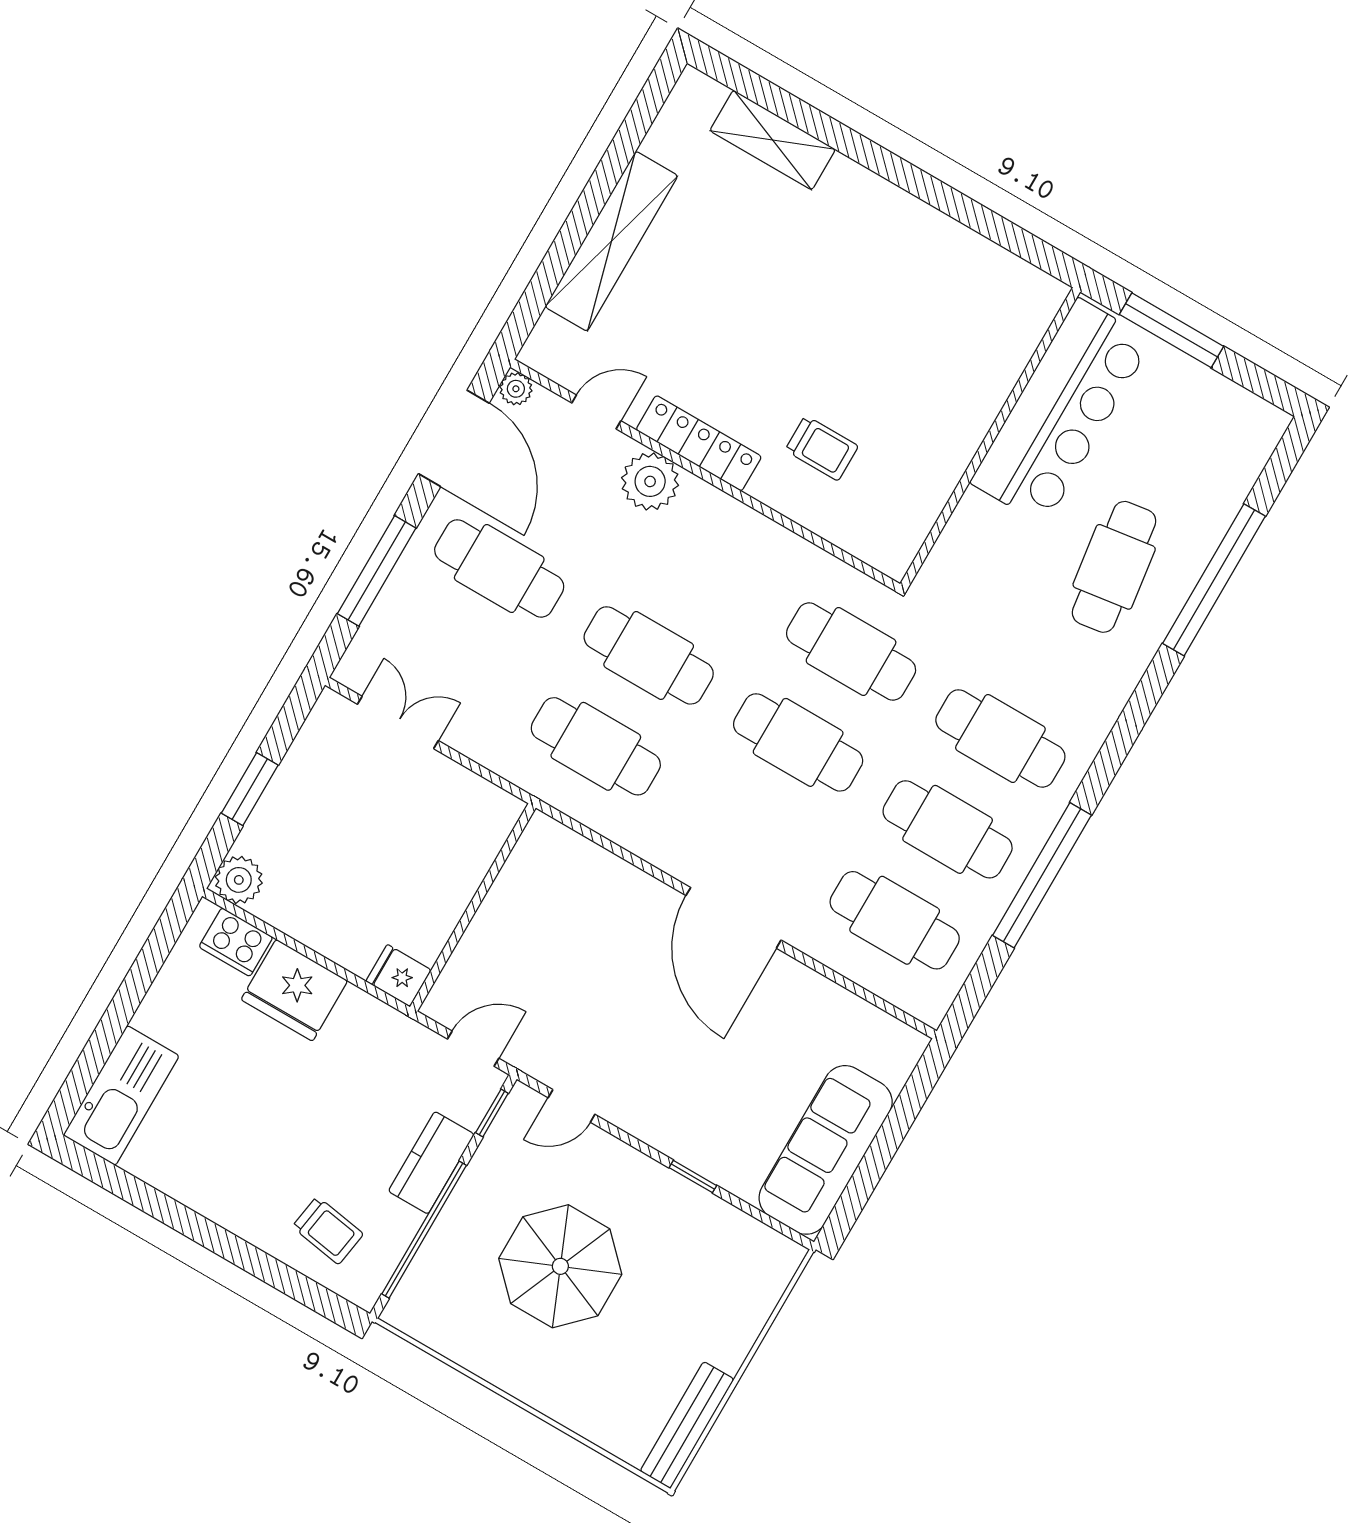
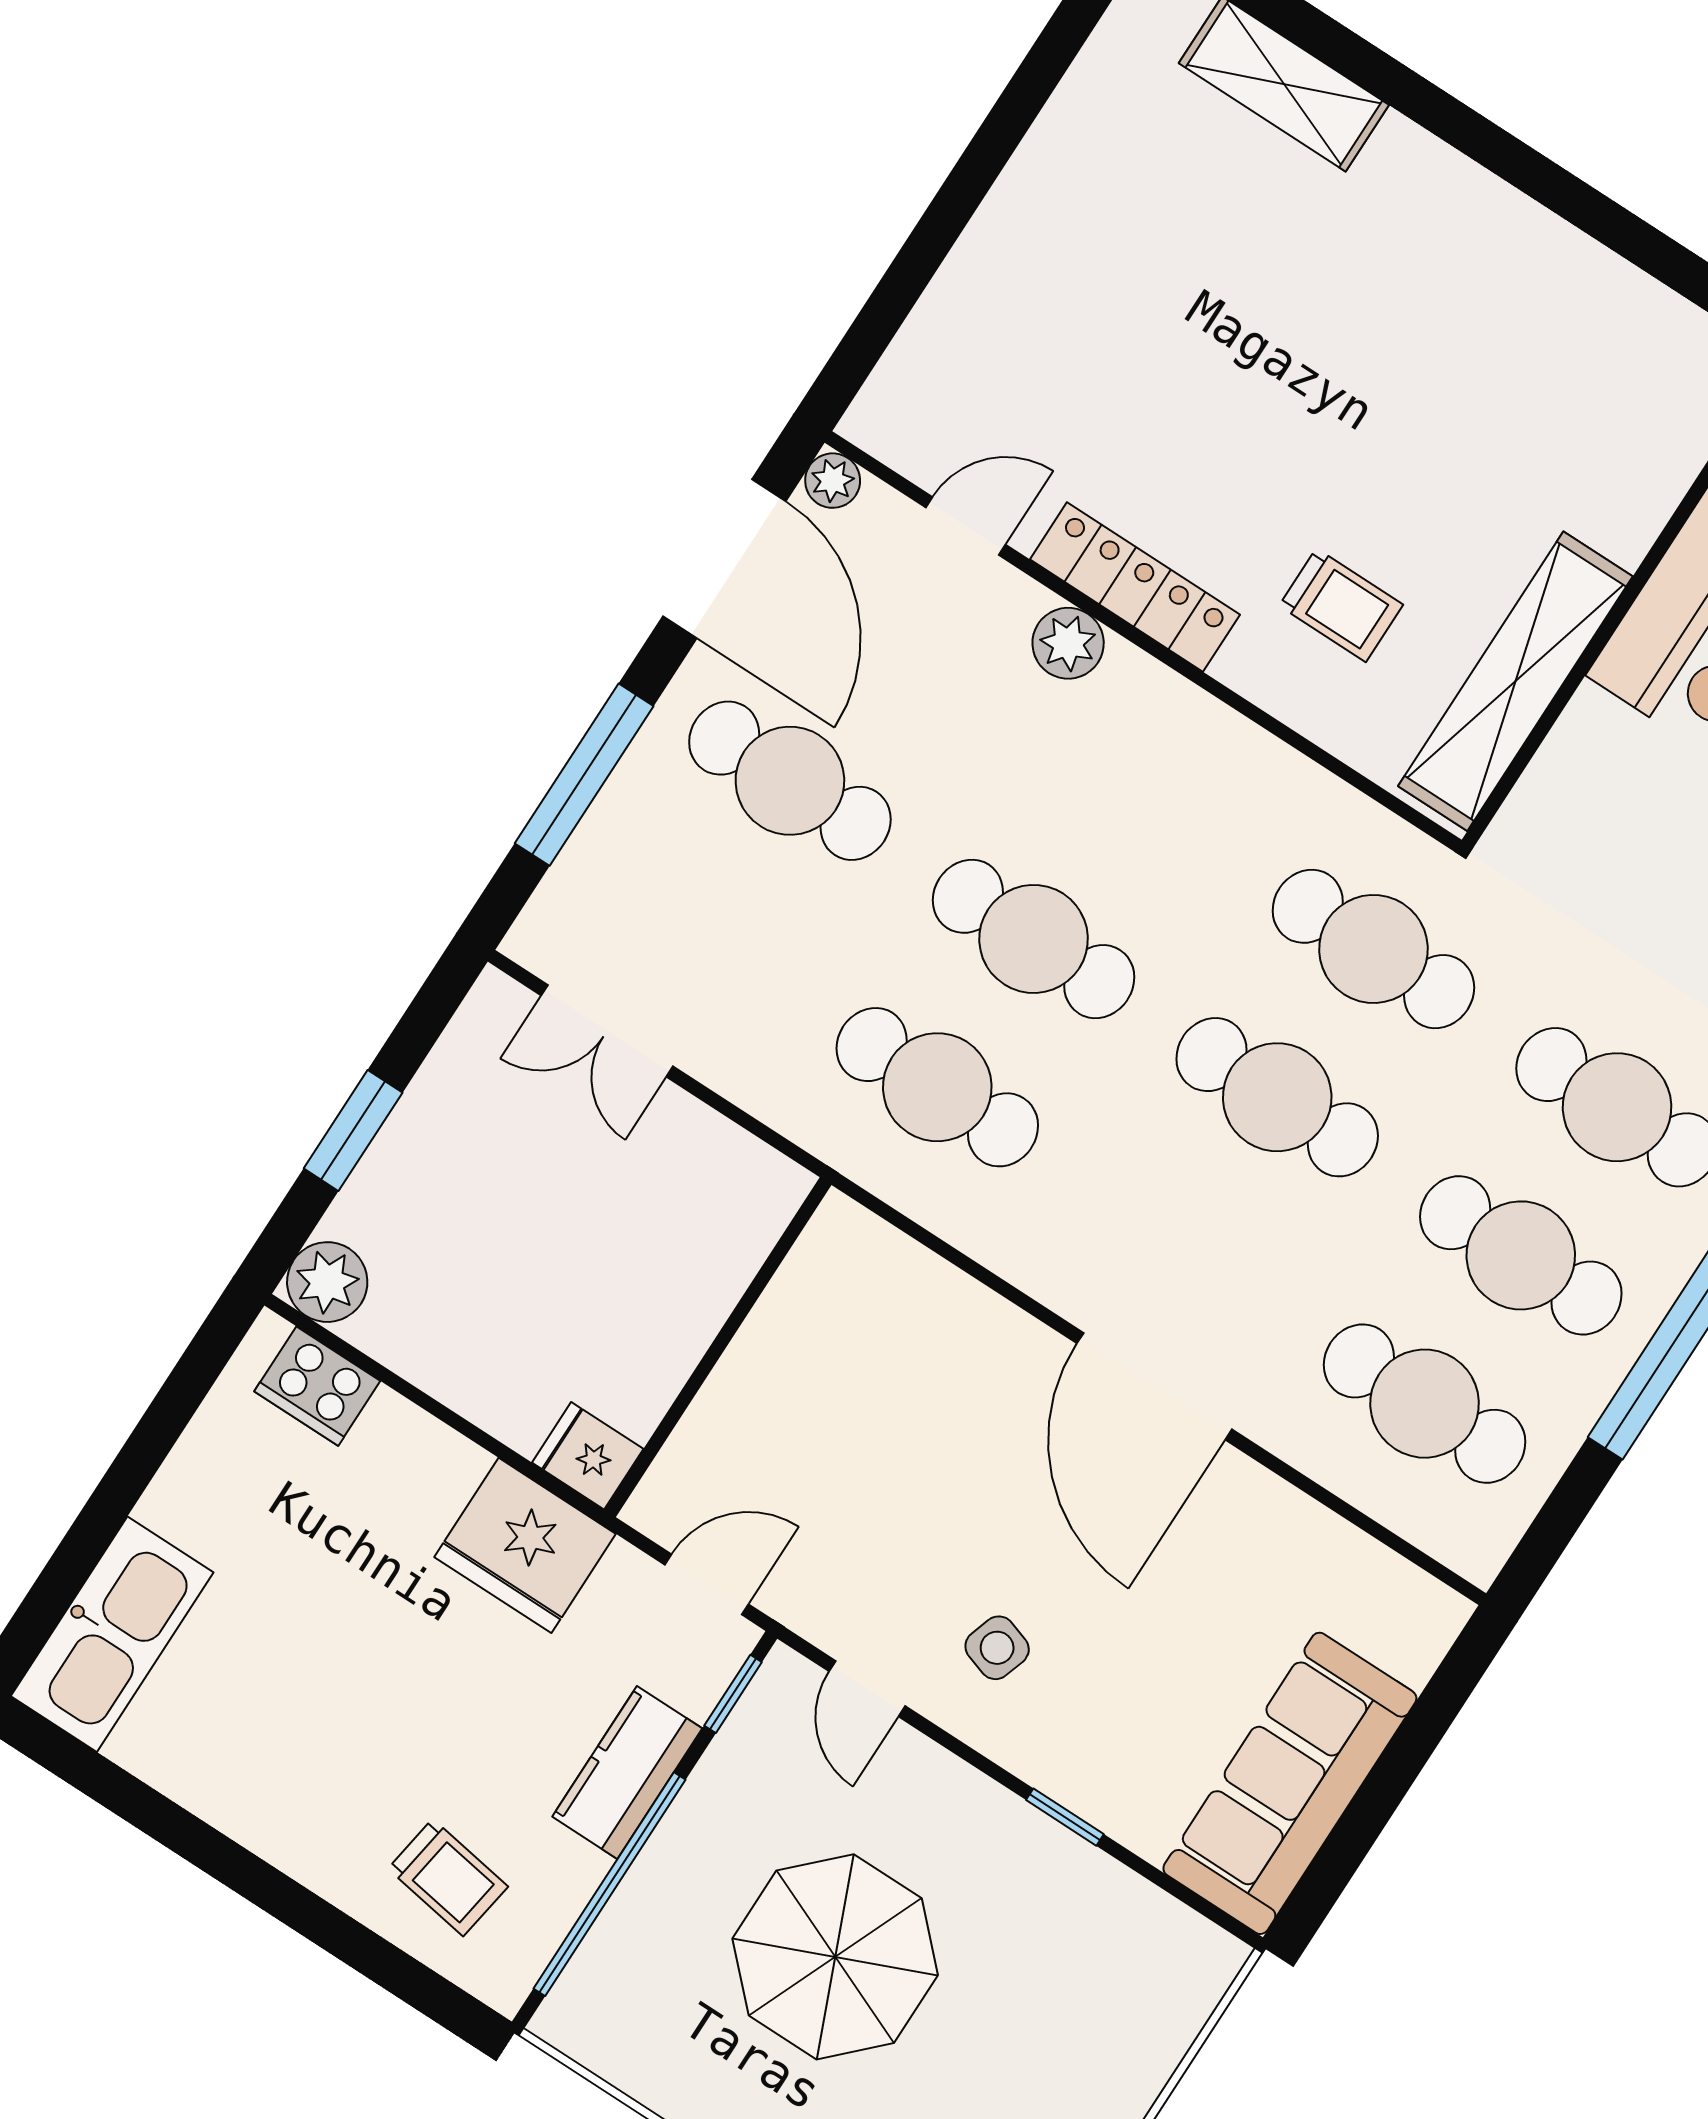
shelving: (611, 241) -> (1515, 681), moved
plant: (650, 481) -> (1068, 643), width x0.73, depth x0.73
double door: (398, 722) -> (607, 1031), swing flipped
fridge: (294, 990) -> (525, 1545), moved
side table: (648, 1078) -> (997, 1648), added
door: (572, 1106) -> (867, 1689), hinge flipped

